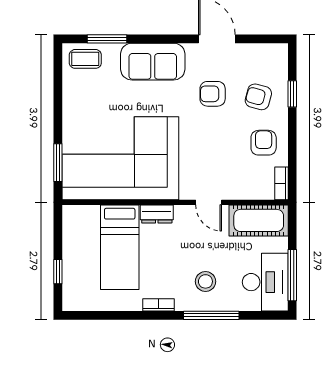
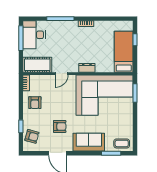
armchair: (258, 97) -> (32, 136), moved
door: (209, 202) -> (62, 74), swing flipped
bed: (120, 247) -> (124, 52), moved
stool: (205, 281) -> (63, 35), removed

